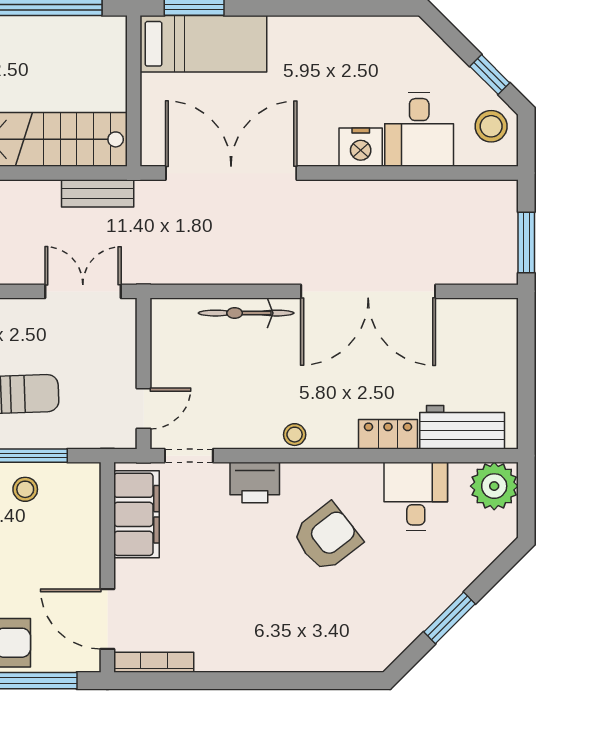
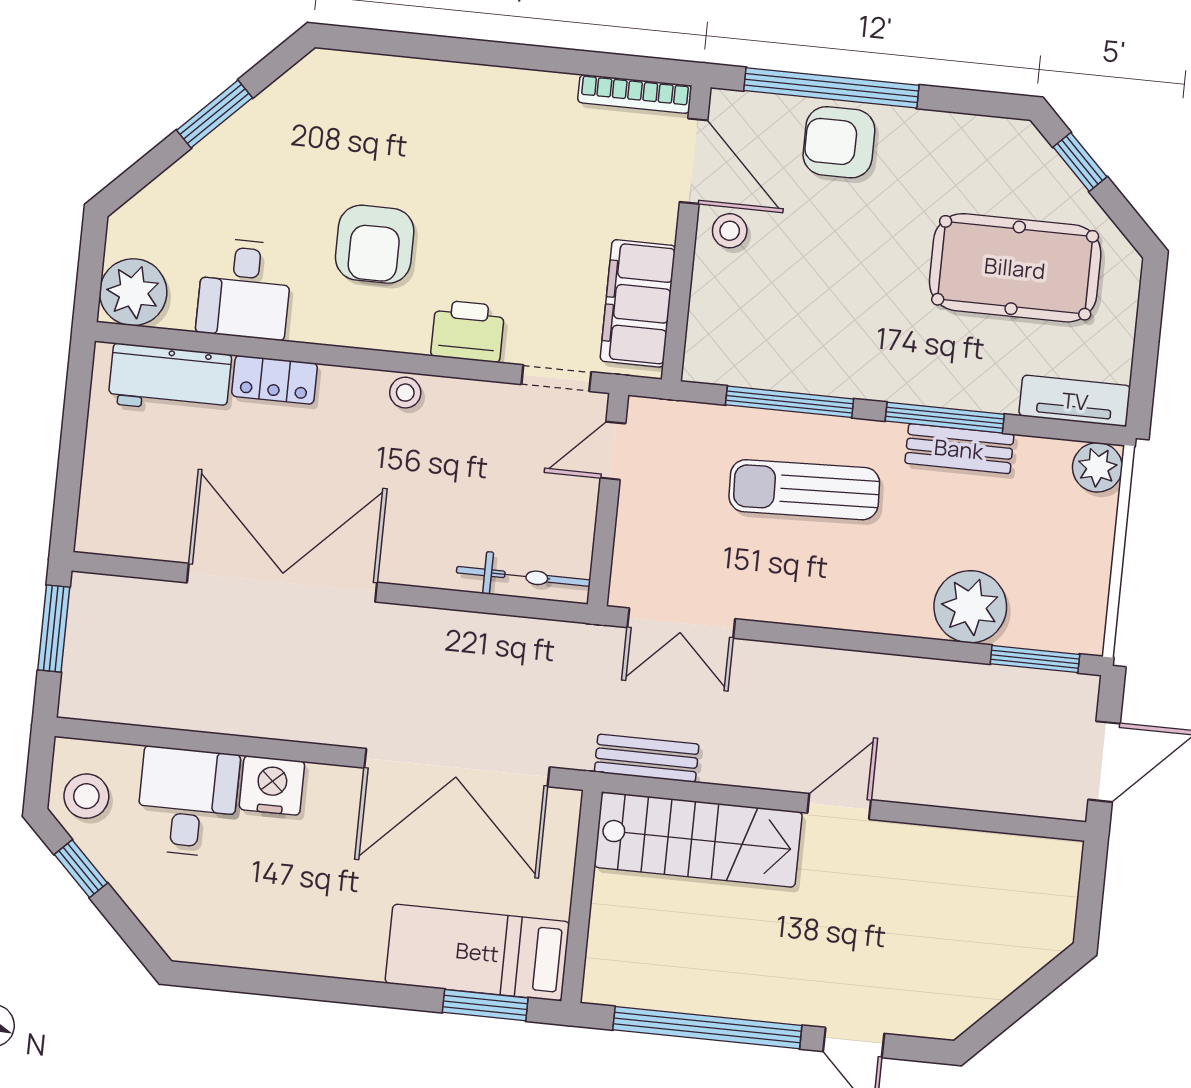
bicycle: (246, 313) -> (523, 576), moved
stool: (25, 489) -> (730, 231), moved
armchair: (327, 537) -> (375, 244), turned -52

